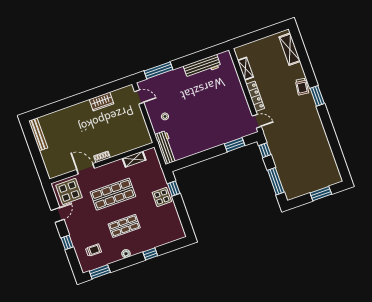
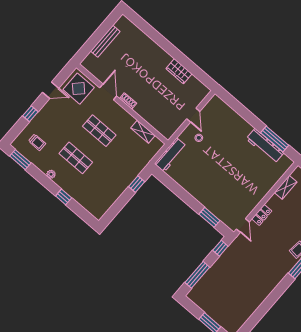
window: (158, 70) -> (275, 139), moved
locker: (255, 96) -> (262, 215), width x0.66
door: (139, 97) -> (193, 115), moved
bench: (38, 134) -> (105, 41), moved
shop shelf: (113, 194) -> (99, 131), width x0.70, depth x0.74
display table: (162, 197) -> (122, 177), removed

